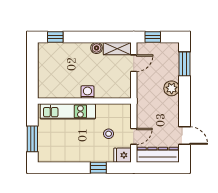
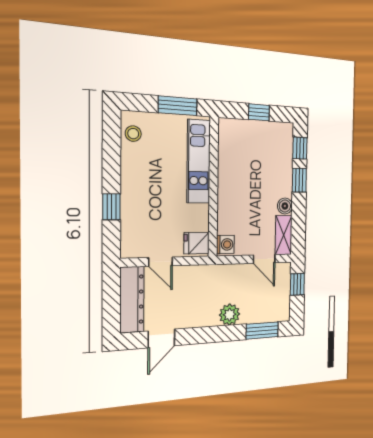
window: (78, 37) -> (299, 180), added
window: (32, 69) -> (259, 112), added
washing machine: (88, 92) -> (225, 244), moved
stool: (109, 134) -> (133, 134), moved
window: (32, 139) -> (178, 106), moved
fridge: (122, 155) -> (197, 243), moved, turned -90

